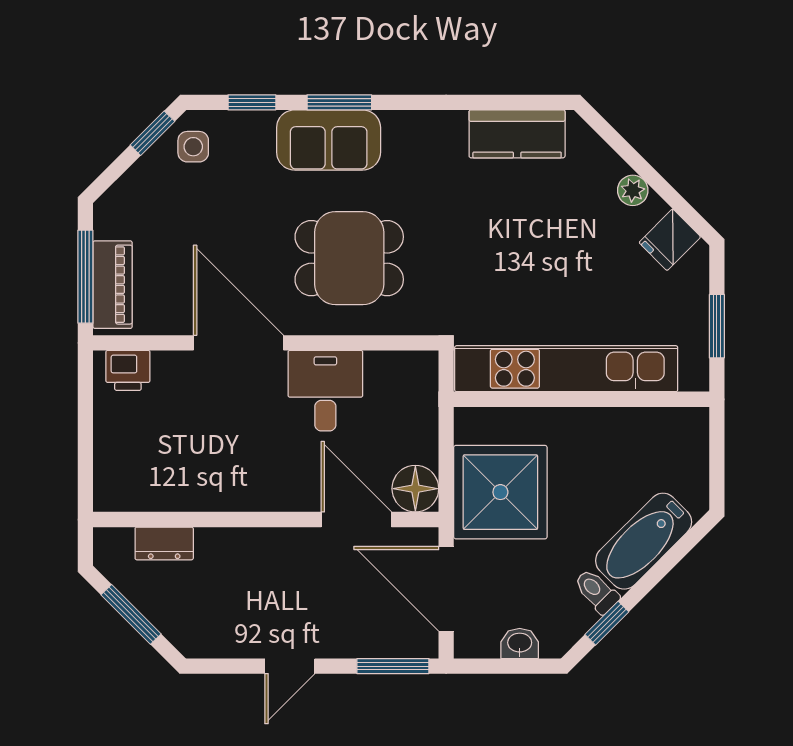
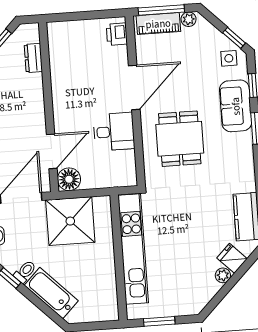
sofa: (329, 140) -> (236, 106), moved
plant: (108, 223) -> (189, 19), added
fridge: (670, 240) -> (232, 258), moved

